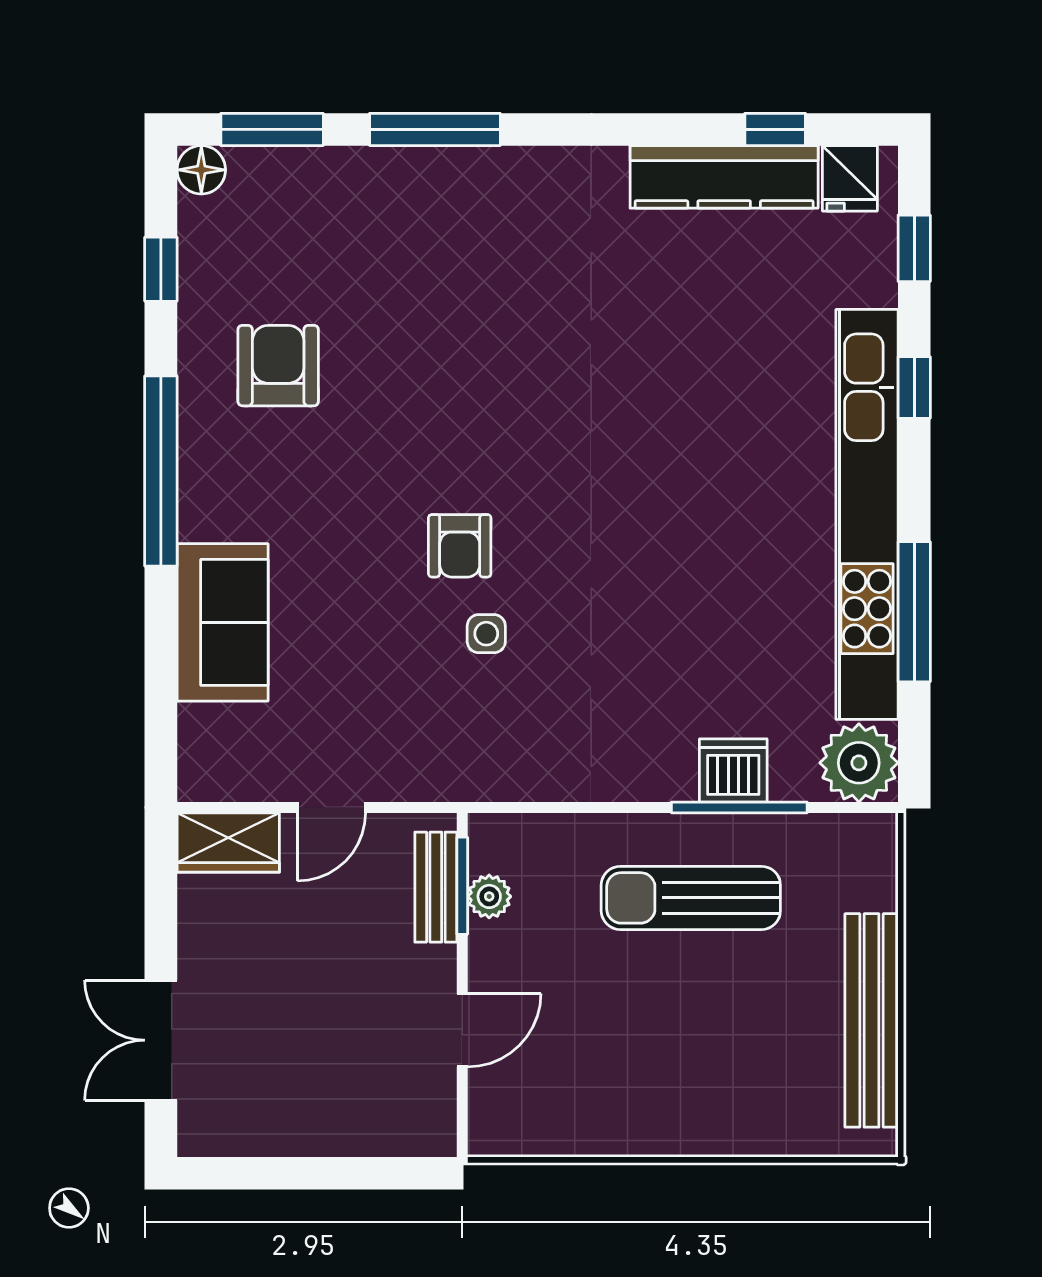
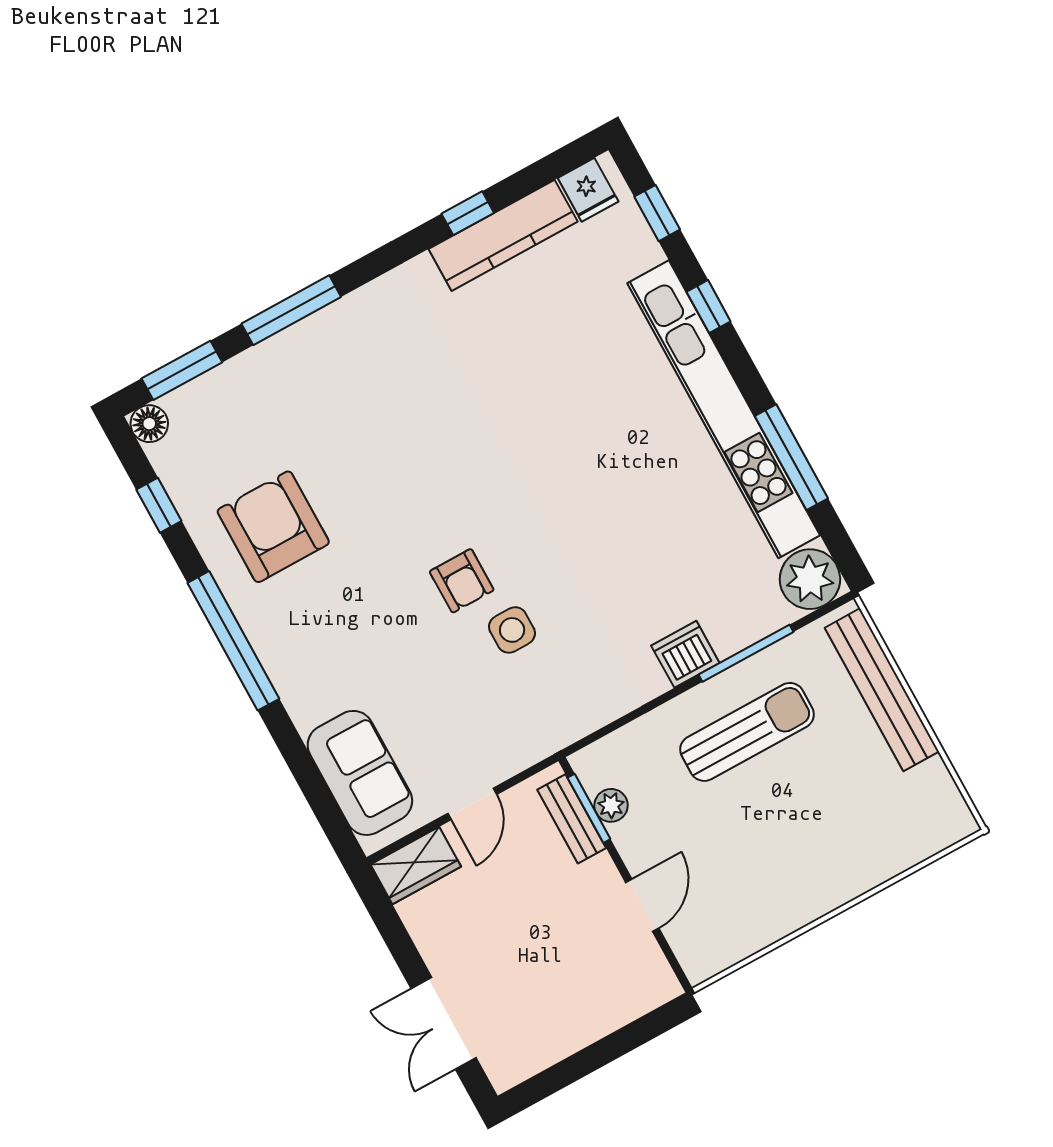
window: (775, 129) -> (468, 213), moved
armchair: (278, 366) -> (273, 527), width x1.36, depth x1.36
sofa: (223, 622) -> (360, 773), moved
side table: (486, 634) -> (512, 630), width x1.37, depth x1.37
dishwasher: (733, 770) -> (685, 654), moved
sun lounger: (691, 898) -> (747, 732), turned 180
bench: (871, 1020) -> (882, 690), moved

